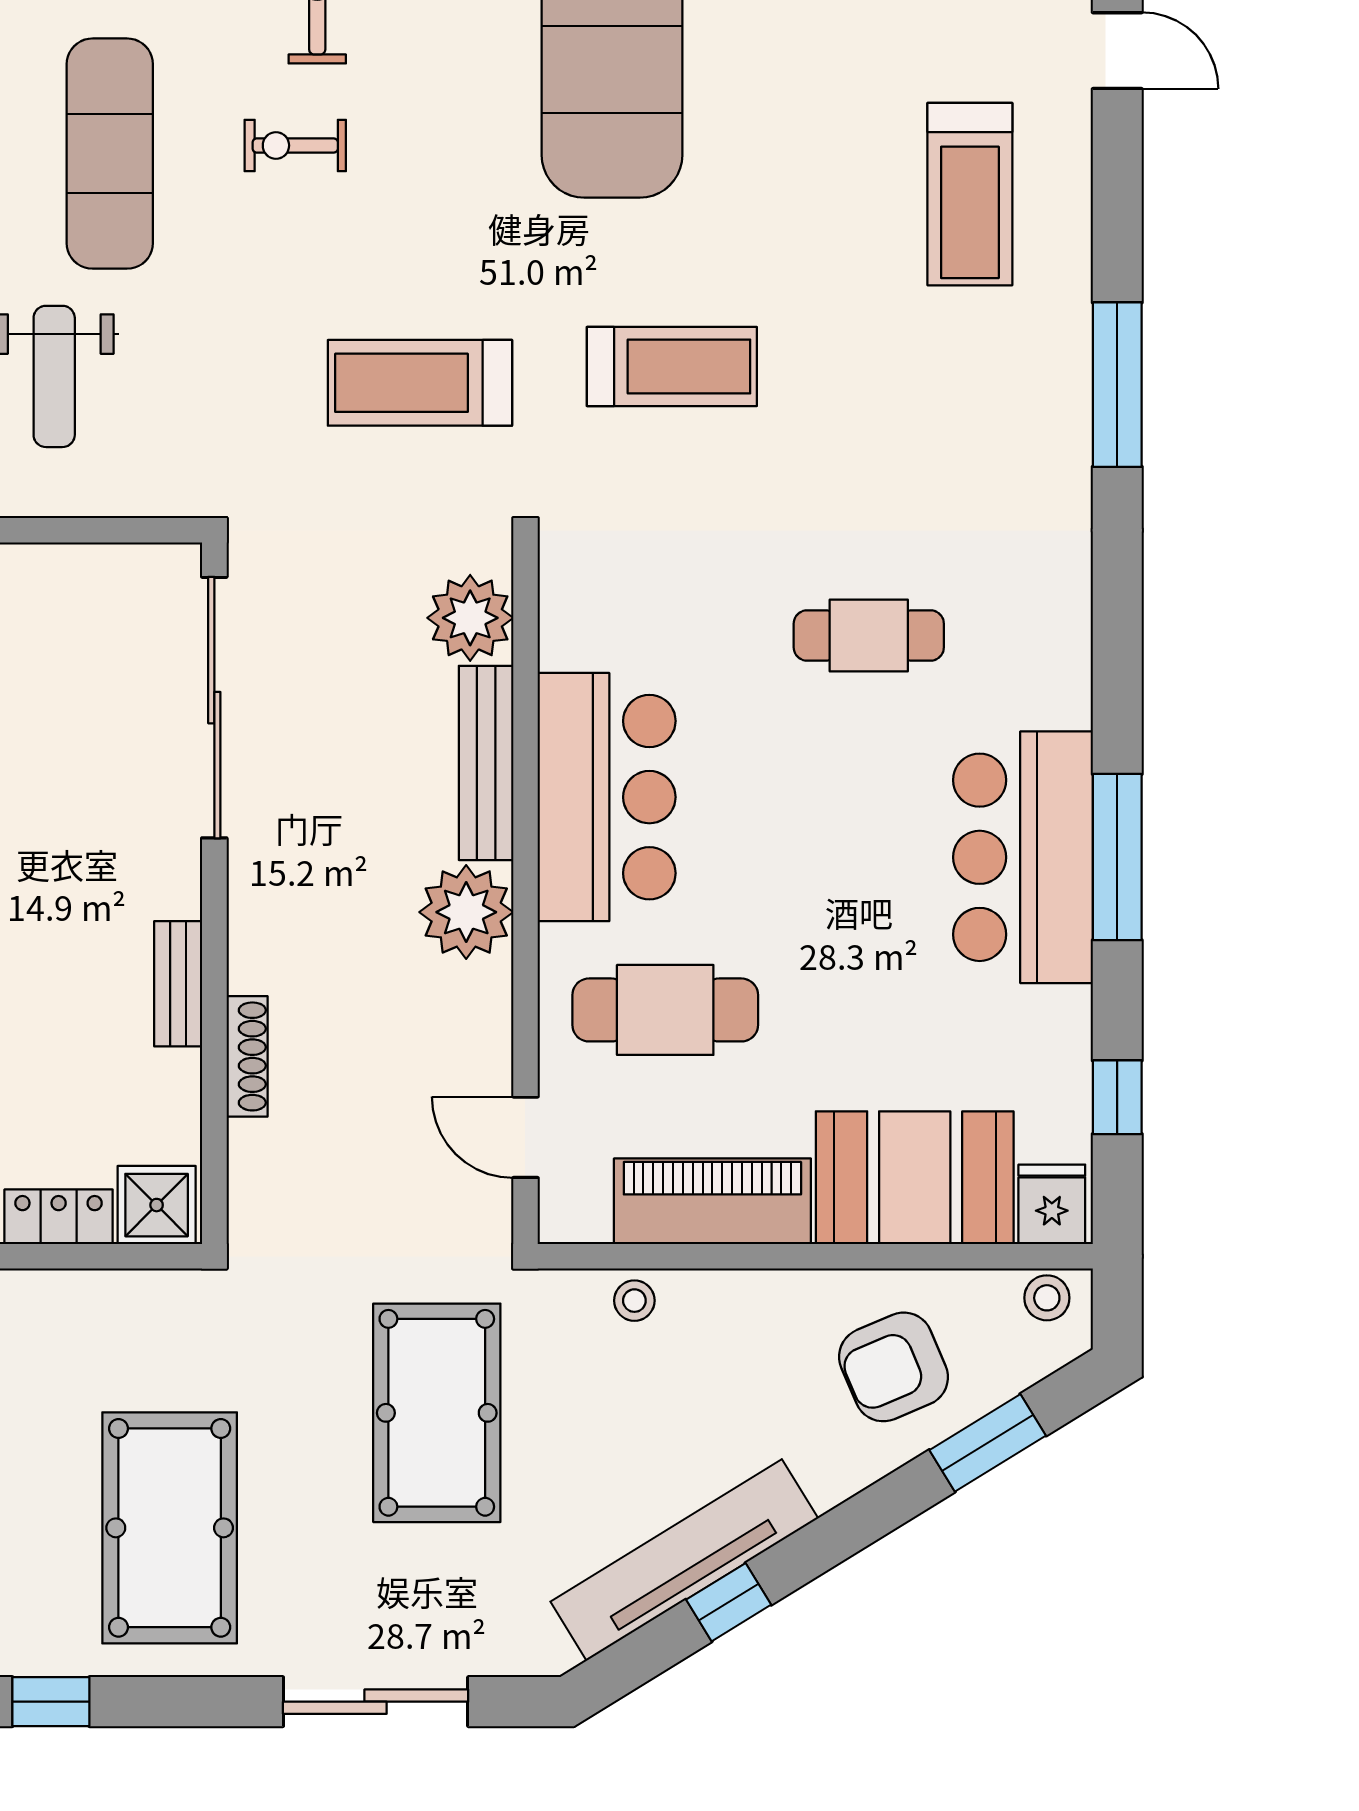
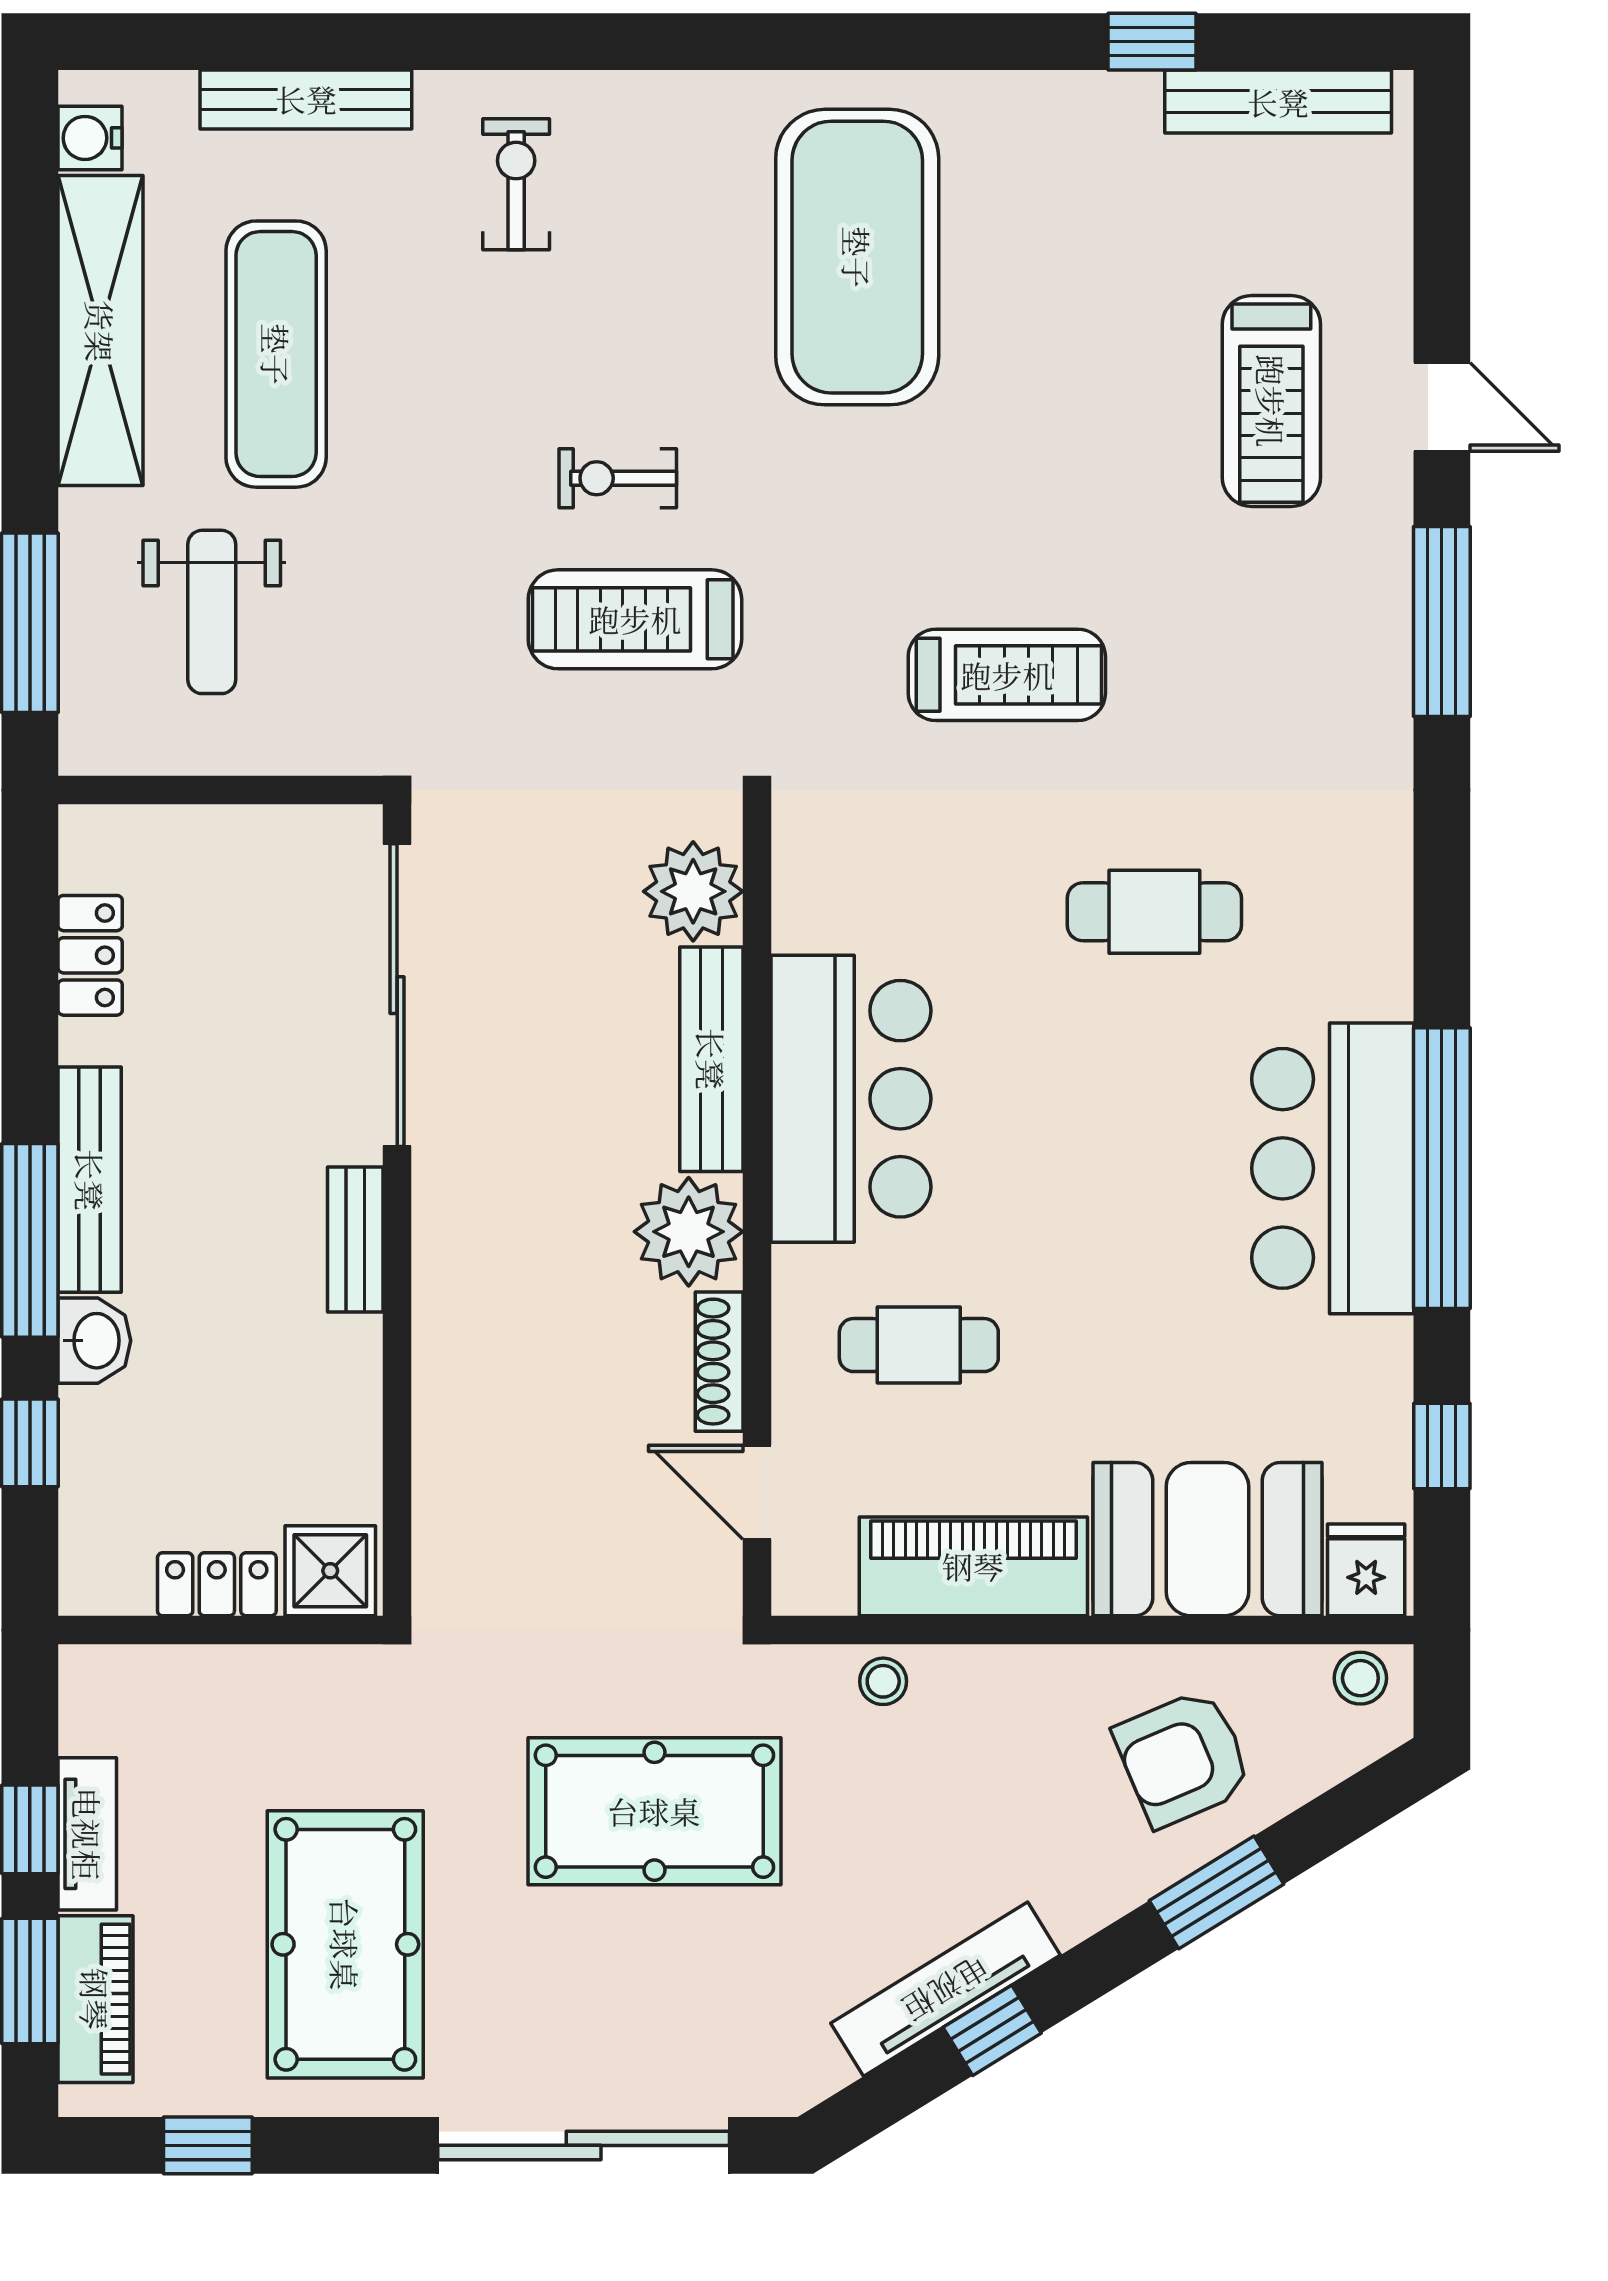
door: (1117, 51) -> (1442, 407), moved
exercise bike: (295, 145) -> (618, 478), moved
treadmill: (672, 366) -> (1007, 675), moved
window: (1117, 857) -> (1442, 1168), width x1.46
bench: (178, 984) -> (355, 1239), moved
cafe table: (665, 1010) -> (919, 1345), width x0.73, depth x0.74
shoe rack: (247, 1056) -> (719, 1362), moved, turned 180
pool table: (437, 1413) -> (654, 1811), turned 90
window: (988, 1443) -> (1216, 1892), moved
tv unit: (684, 1560) -> (946, 1989), width x0.73, depth x0.78
sliding door: (376, 1702) -> (584, 2145), width x1.36

